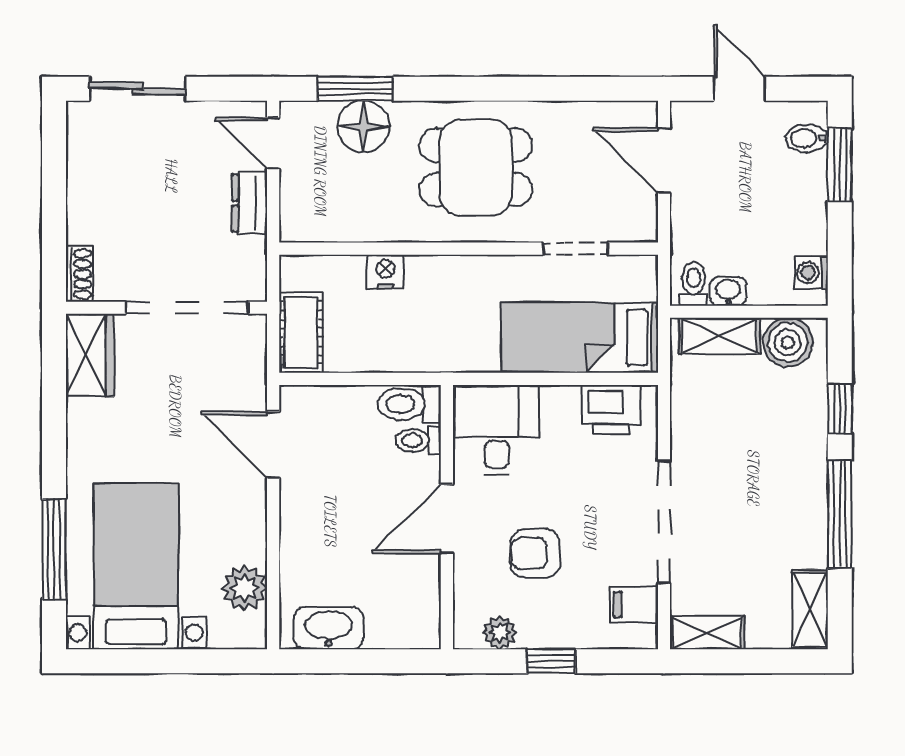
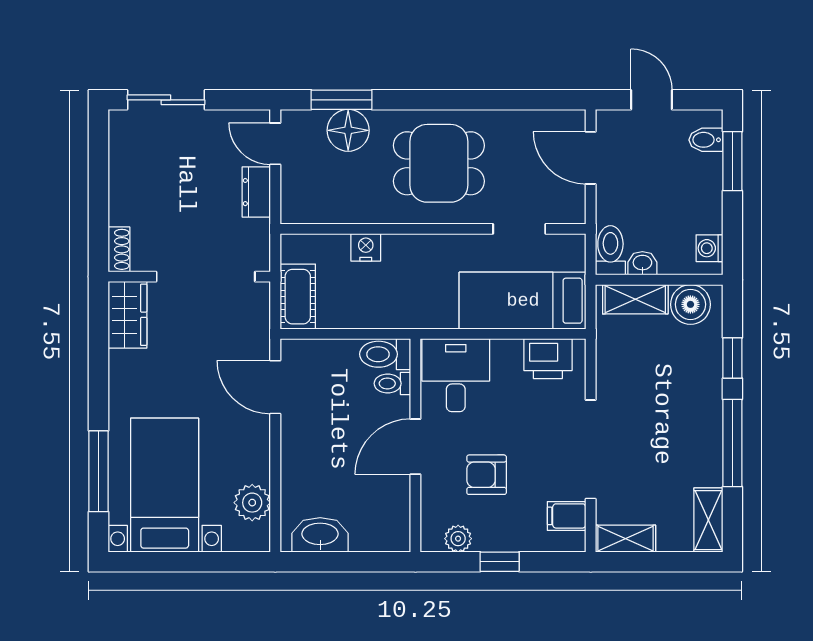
toilet: (694, 284) -> (610, 250), width x1.37, depth x1.39

